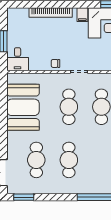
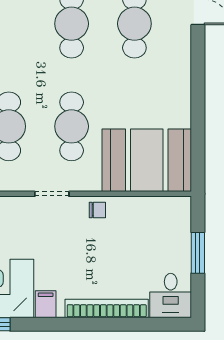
desk: (18, 59) -> (171, 296), moved, turned 180
booth: (23, 107) -> (147, 160), moved, turned 90

